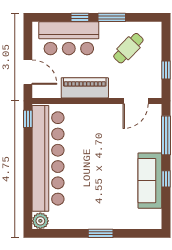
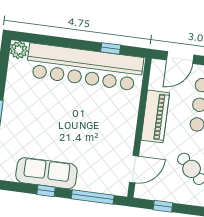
door: (136, 101) -> (134, 169), swing flipped
window: (28, 119) -> (111, 48), moved

